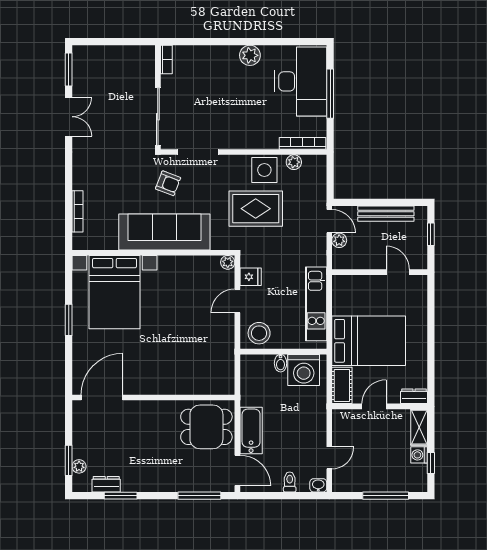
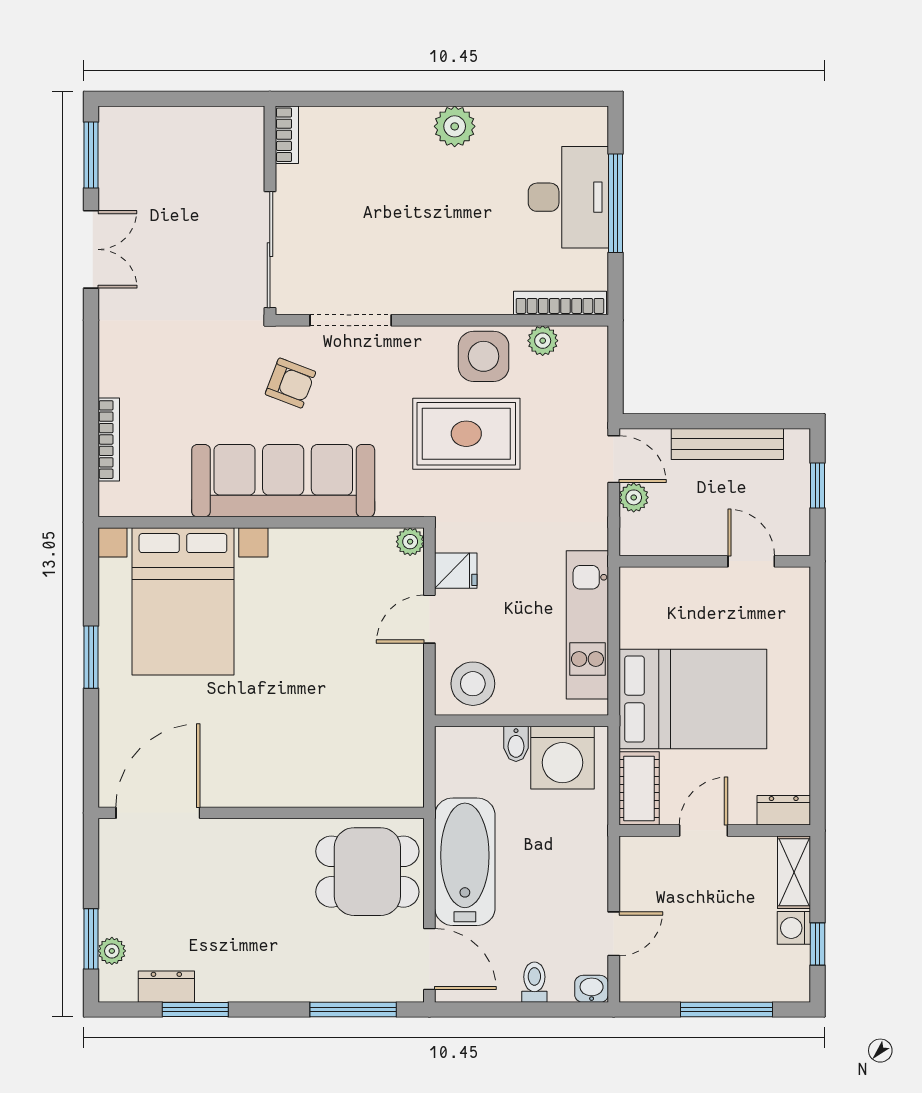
desk: (301, 81) -> (568, 197), width x0.73, depth x0.77
bathtub: (251, 430) -> (465, 862), width x1.36, depth x1.36

